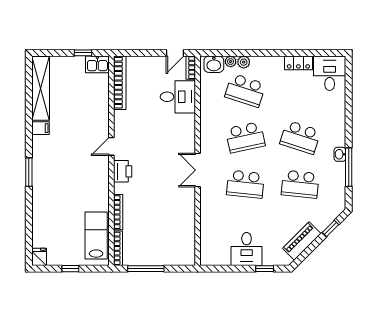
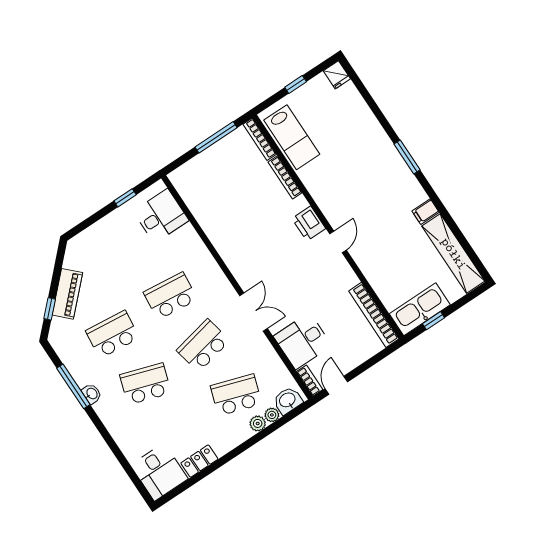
kitchen sink: (97, 64) -> (420, 309), width x1.87, depth x1.24
double door: (198, 170) -> (253, 312), moved
piano: (302, 241) -> (67, 294), moved
desk: (247, 249) -> (161, 216), moved, turned 90
window: (265, 269) -> (125, 198), moved

